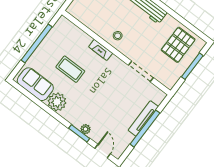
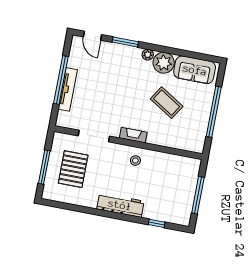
pallet: (178, 45) -> (73, 169), moved
fireplace: (101, 50) -> (133, 135), moved
coffee table: (70, 69) -> (167, 103), turned 32
plant: (86, 129) -> (148, 55), moved

